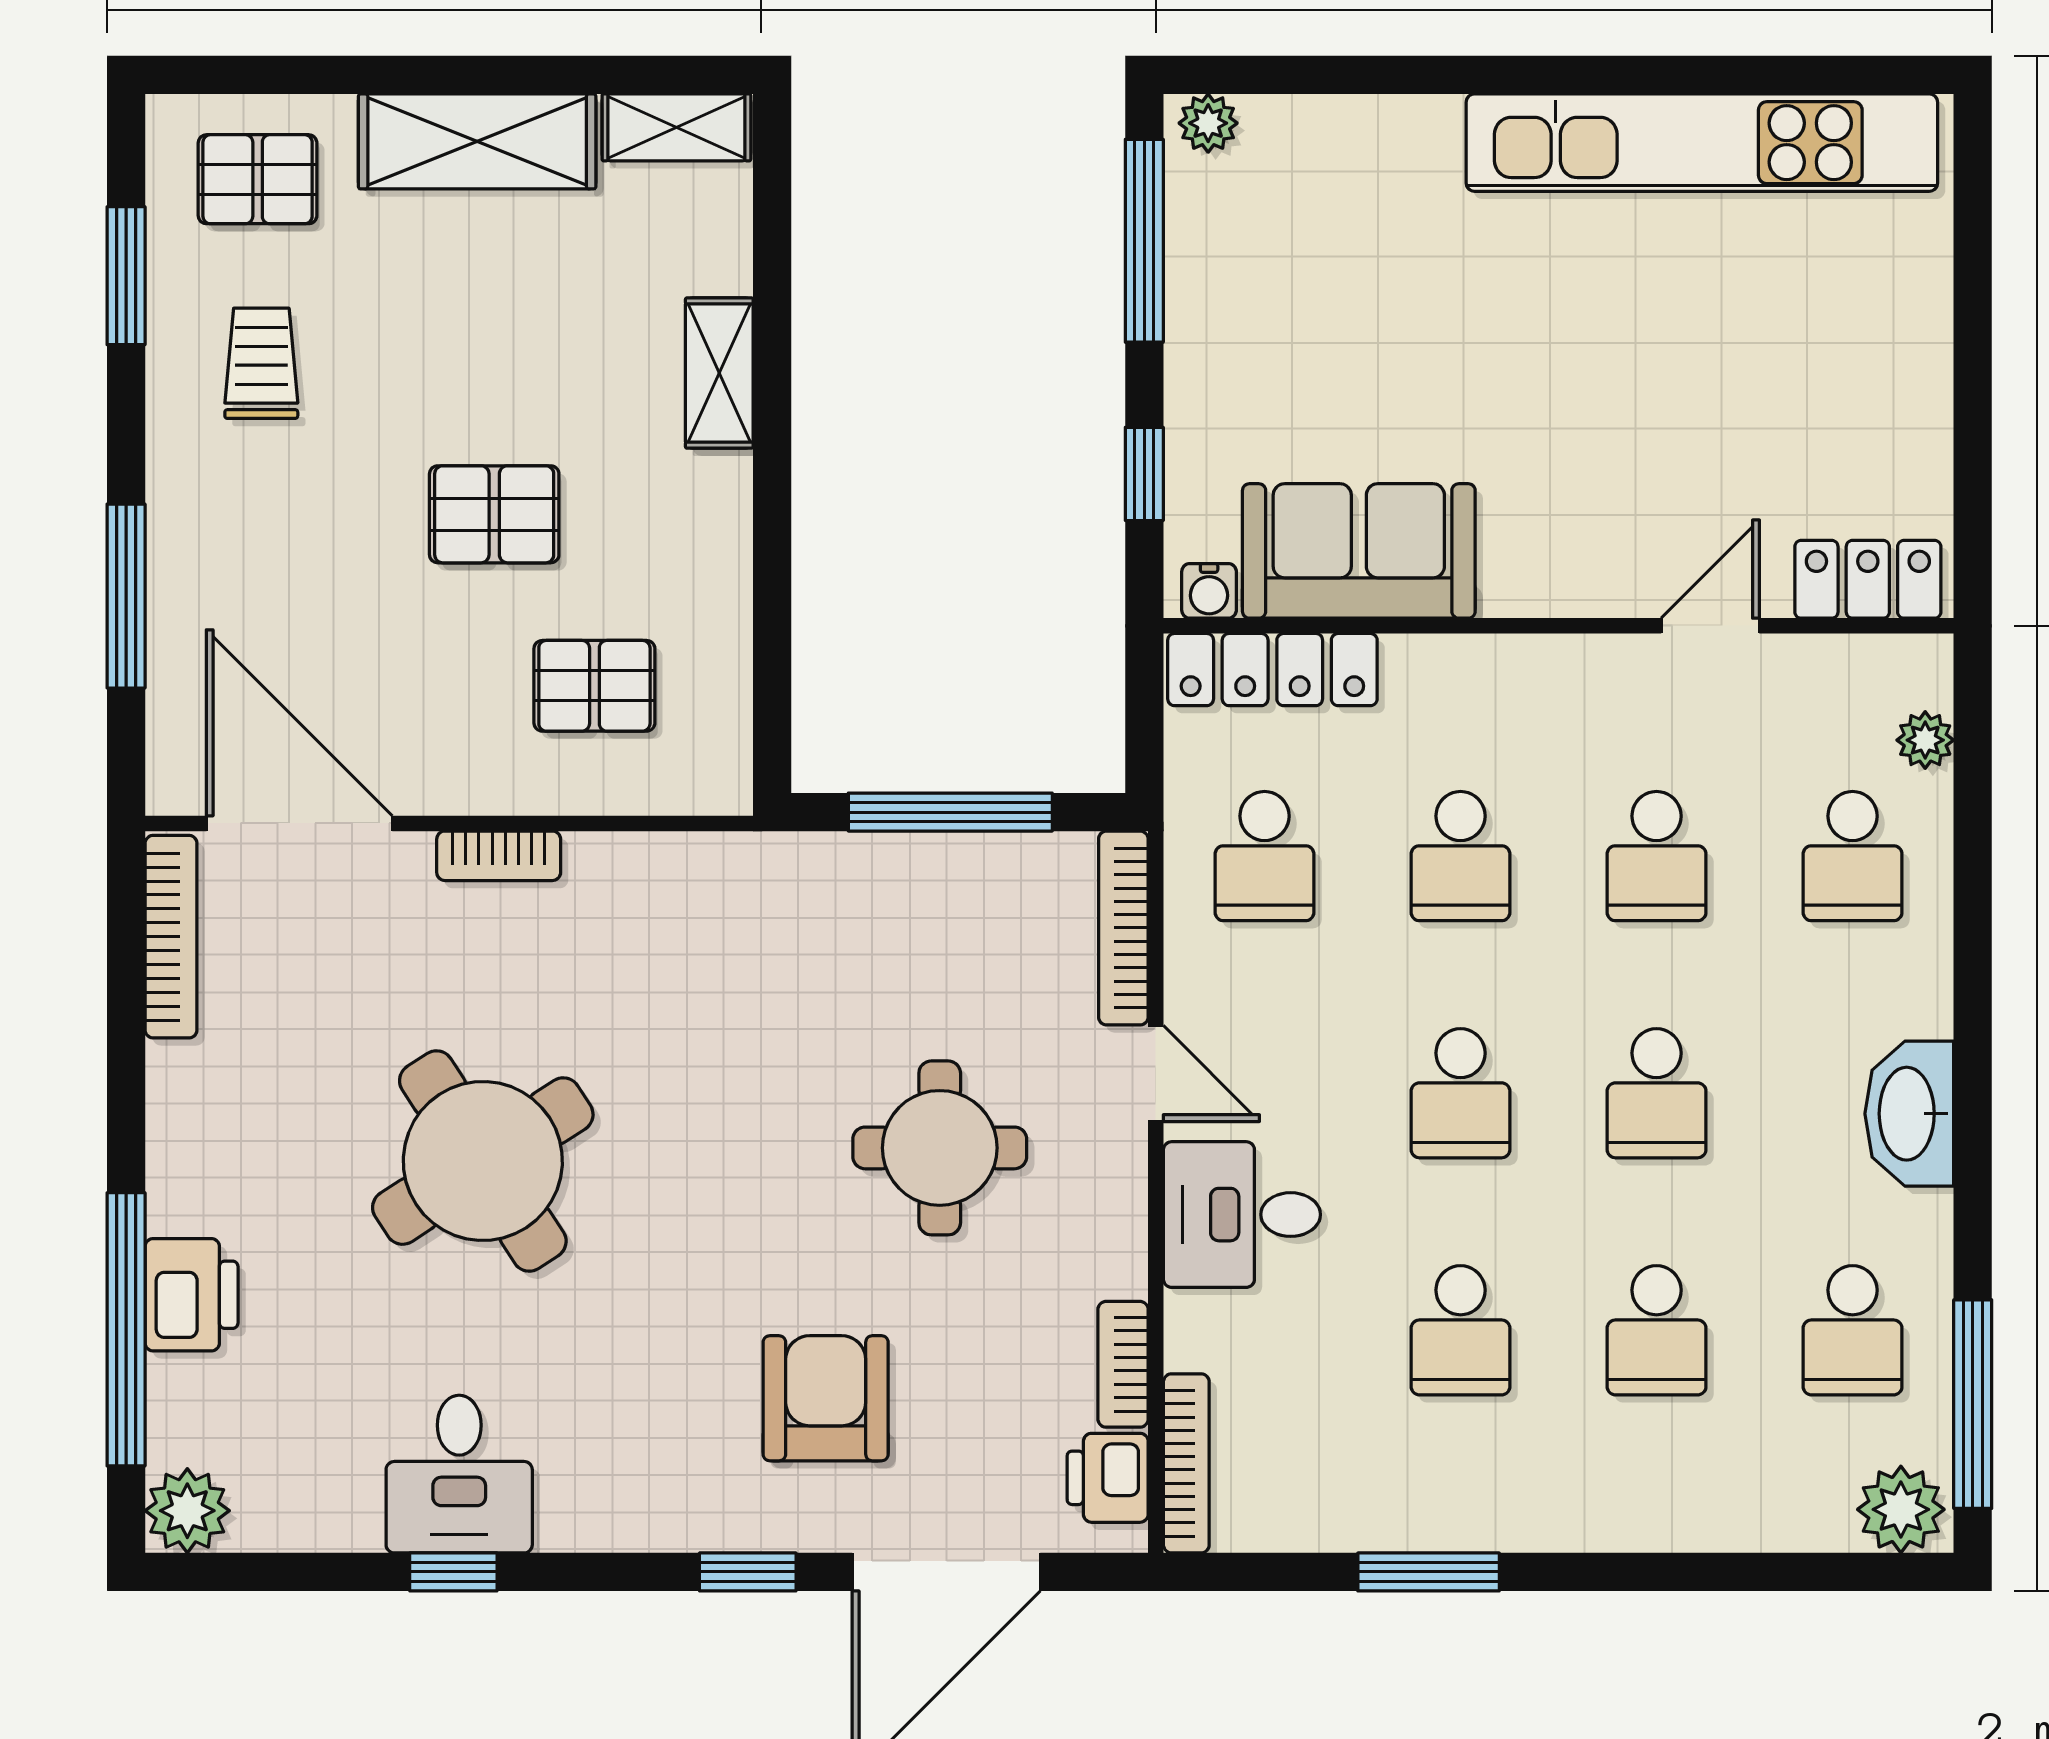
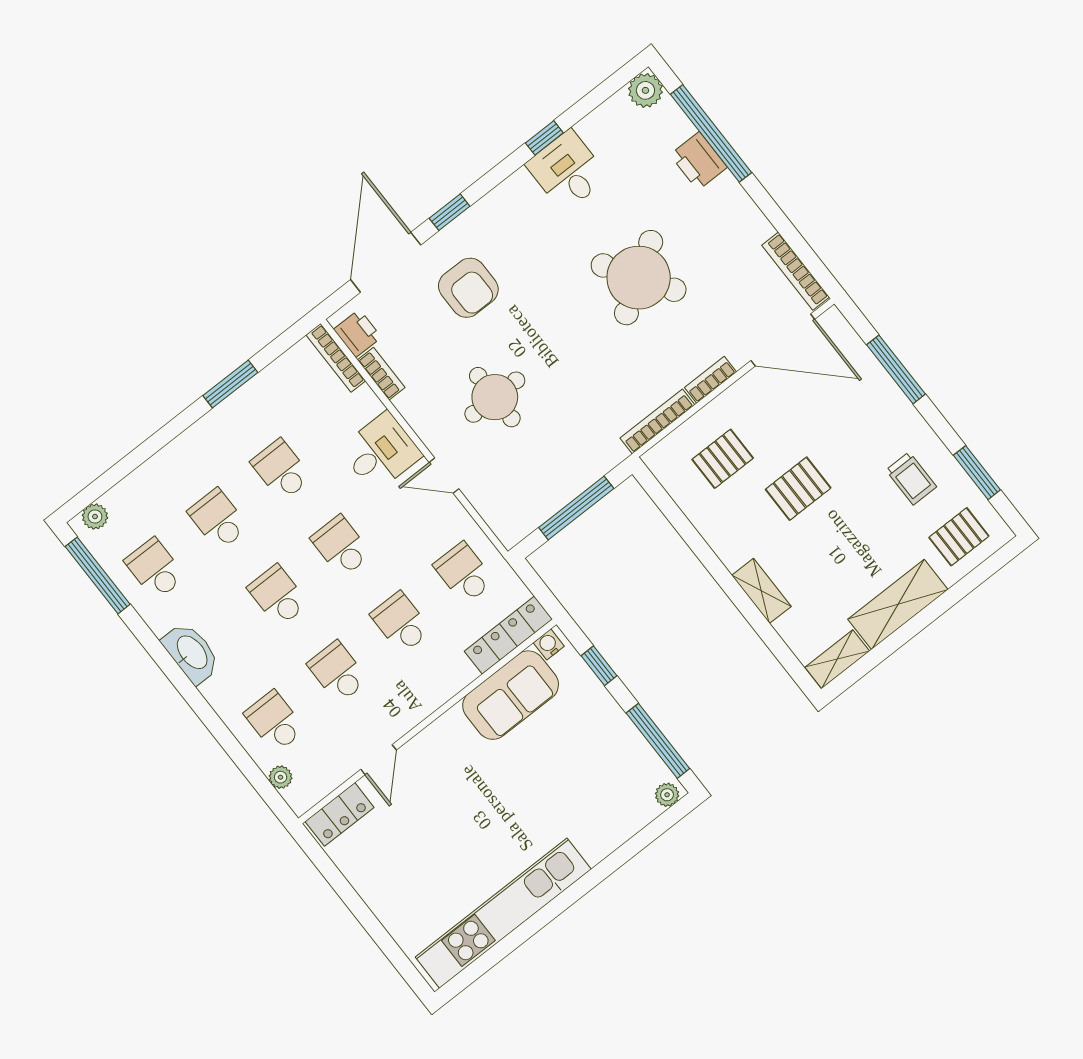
bookcase: (1123, 928) -> (657, 421), moved, turned -90
plant: (1901, 1509) -> (95, 517), width x0.73, depth x0.73

